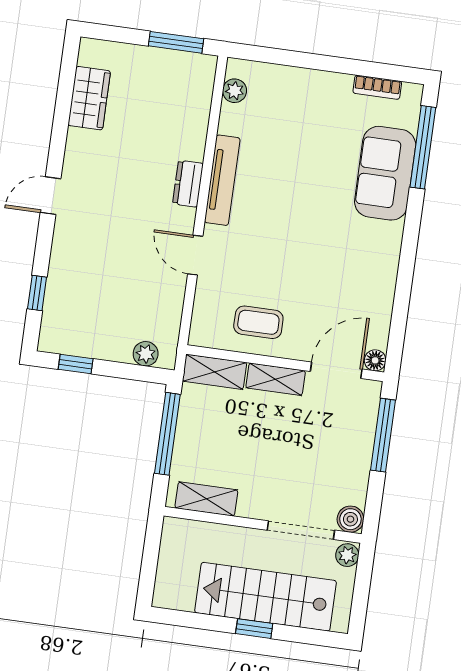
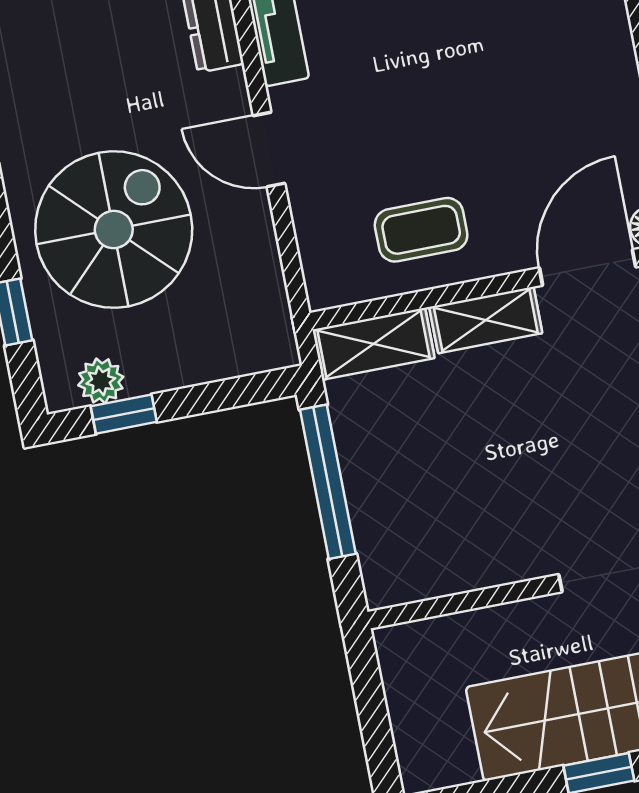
spiral stairs: (103, 269) -> (114, 230), added
plant: (146, 354) -> (101, 381), moved
shelving: (206, 499) -> (436, 573), removed

